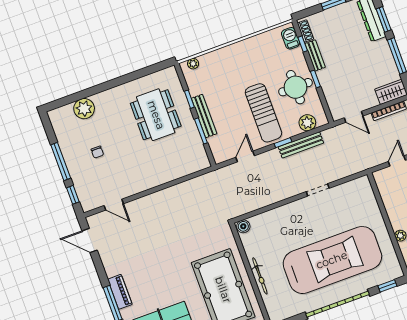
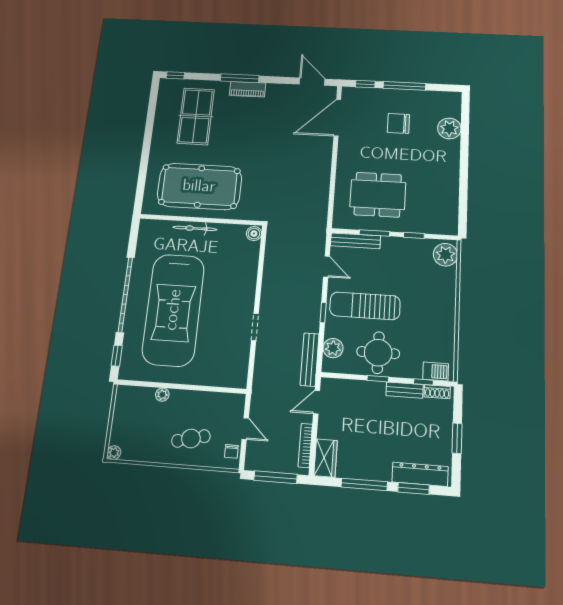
plant: (193, 64) -> (445, 255), width x1.87, depth x1.87
dining table: (156, 115) -> (378, 195), moved
bench: (204, 116) -> (355, 241), moved
bench: (301, 145) -> (310, 359), moved
chair: (97, 152) -> (398, 123), width x1.87, depth x1.87
door: (114, 205) -> (337, 118), width x1.87
door: (90, 240) -> (312, 82), hinge flipped

